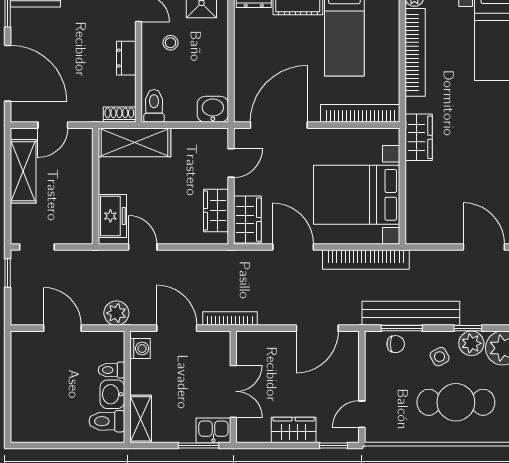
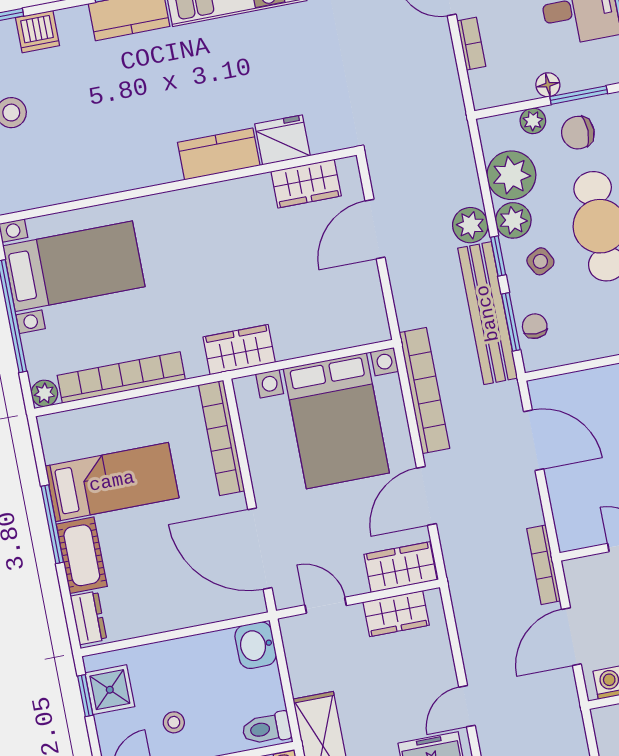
plant: (116, 313) -> (470, 225), moved
window: (468, 328) -> (498, 256), moved

